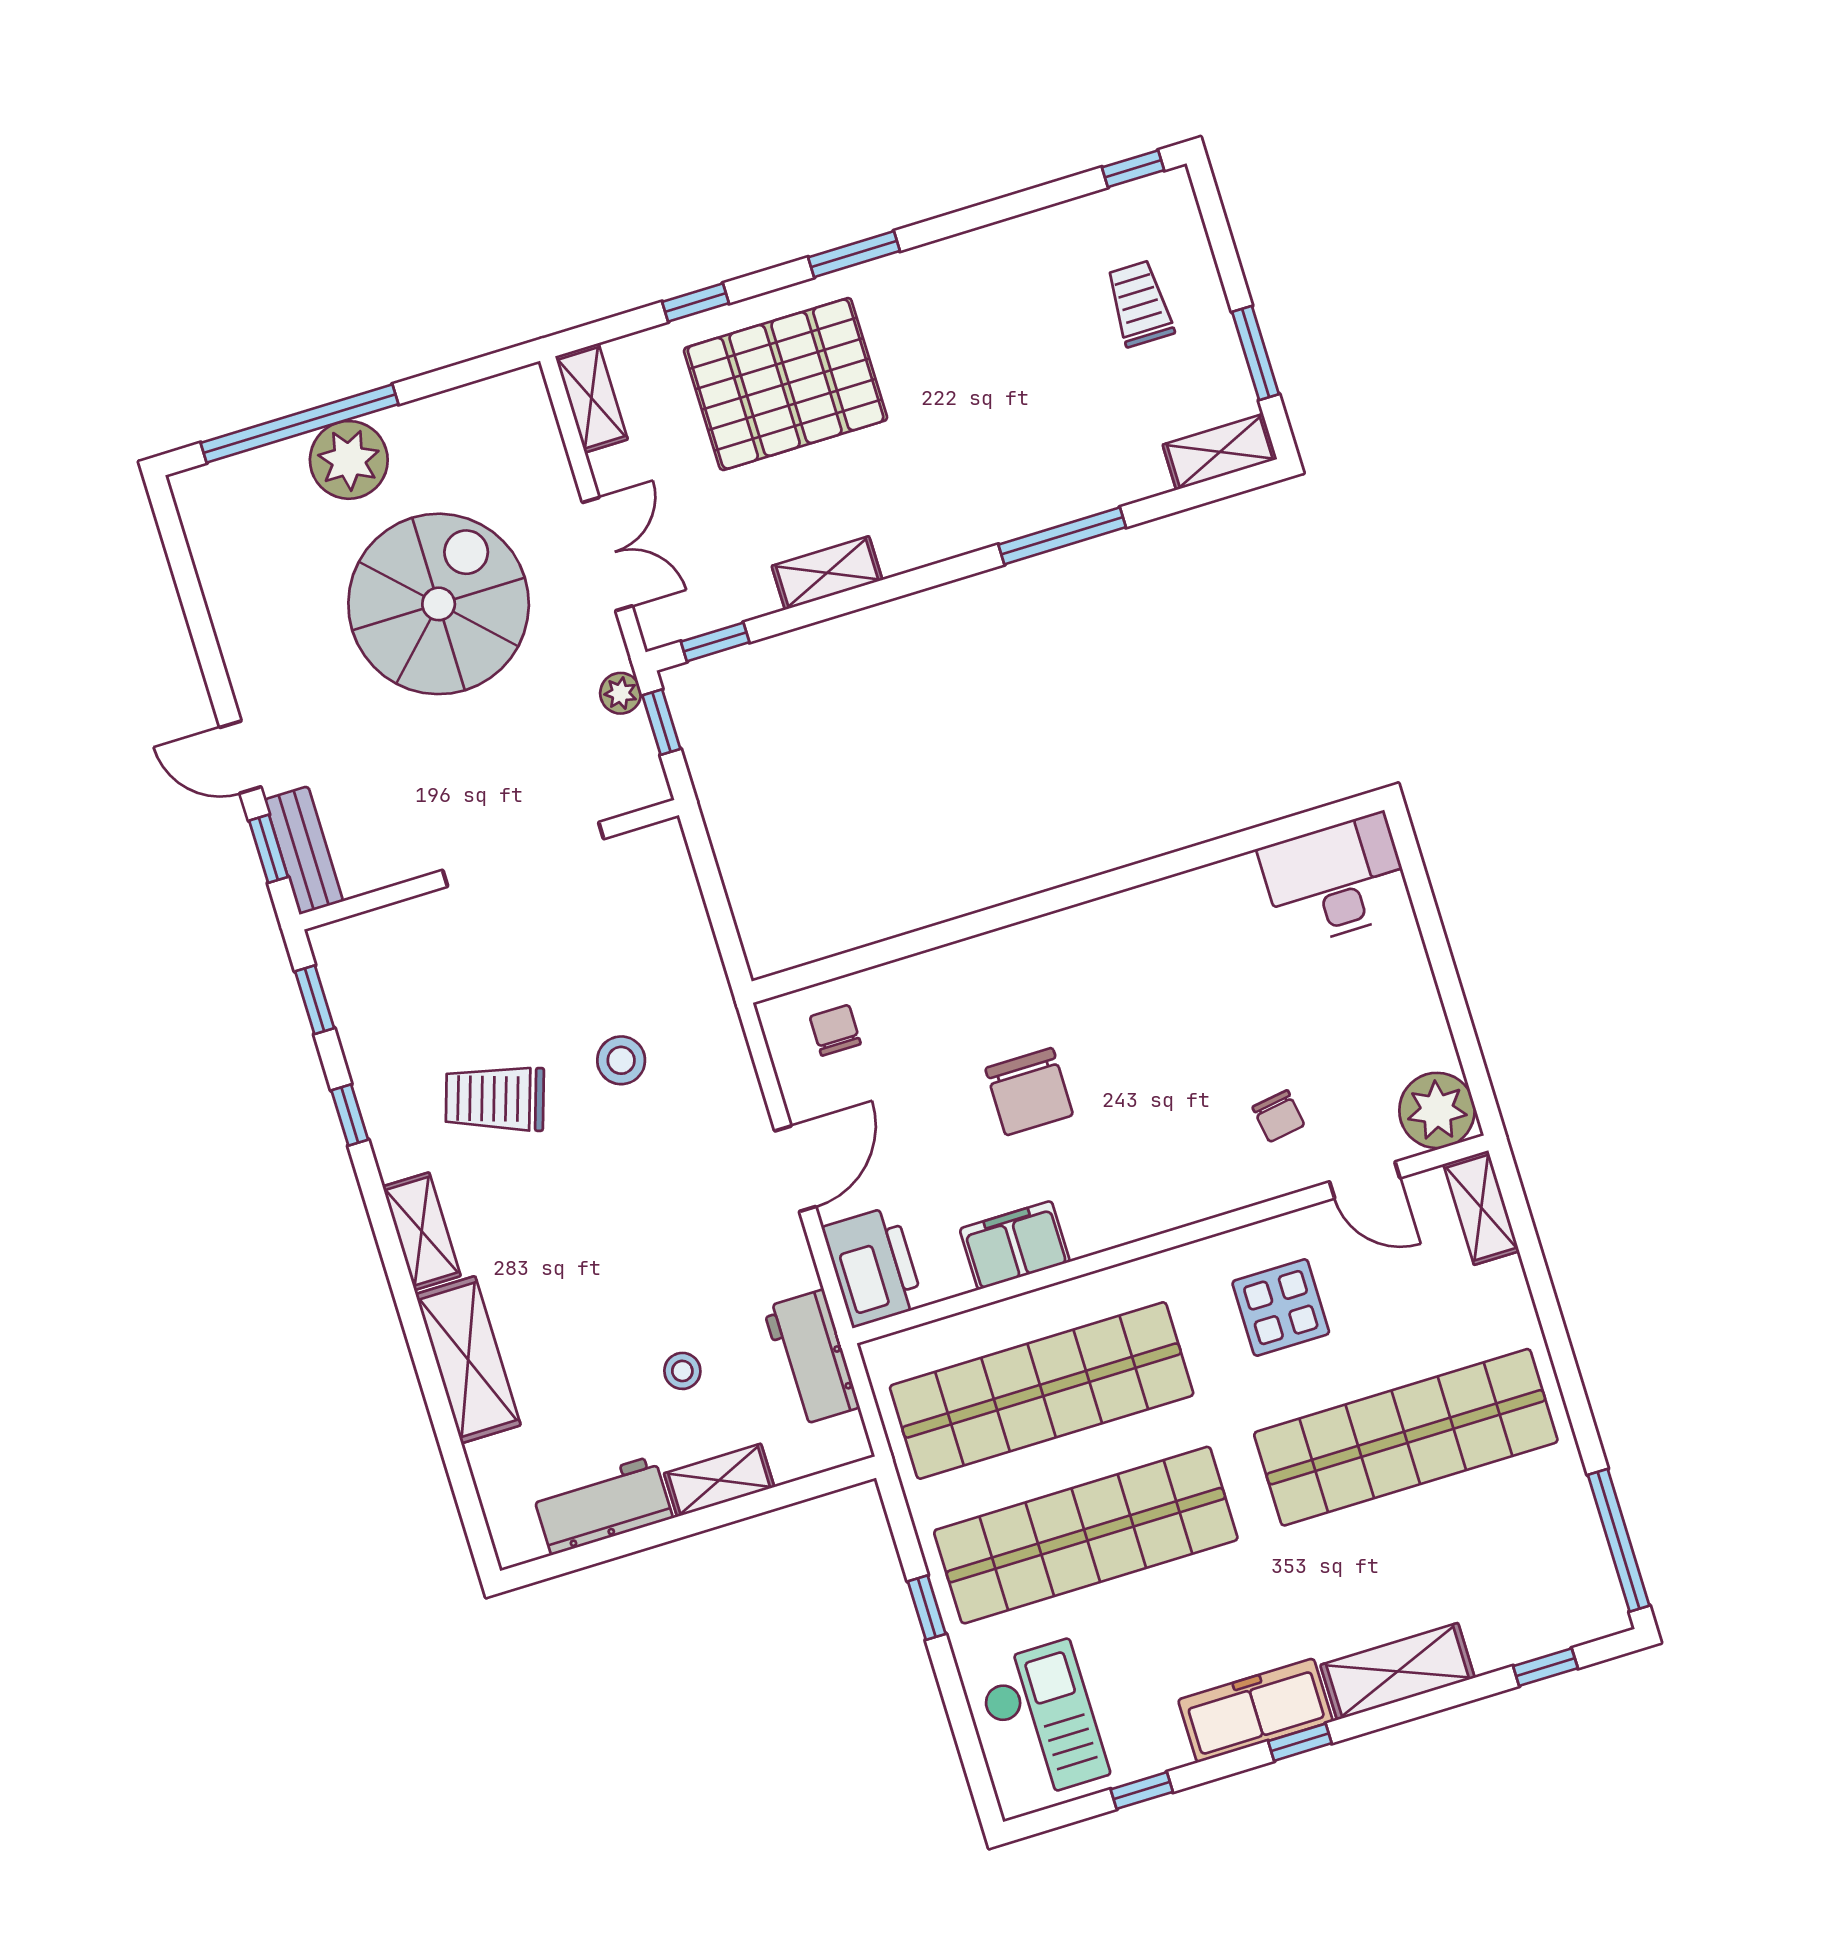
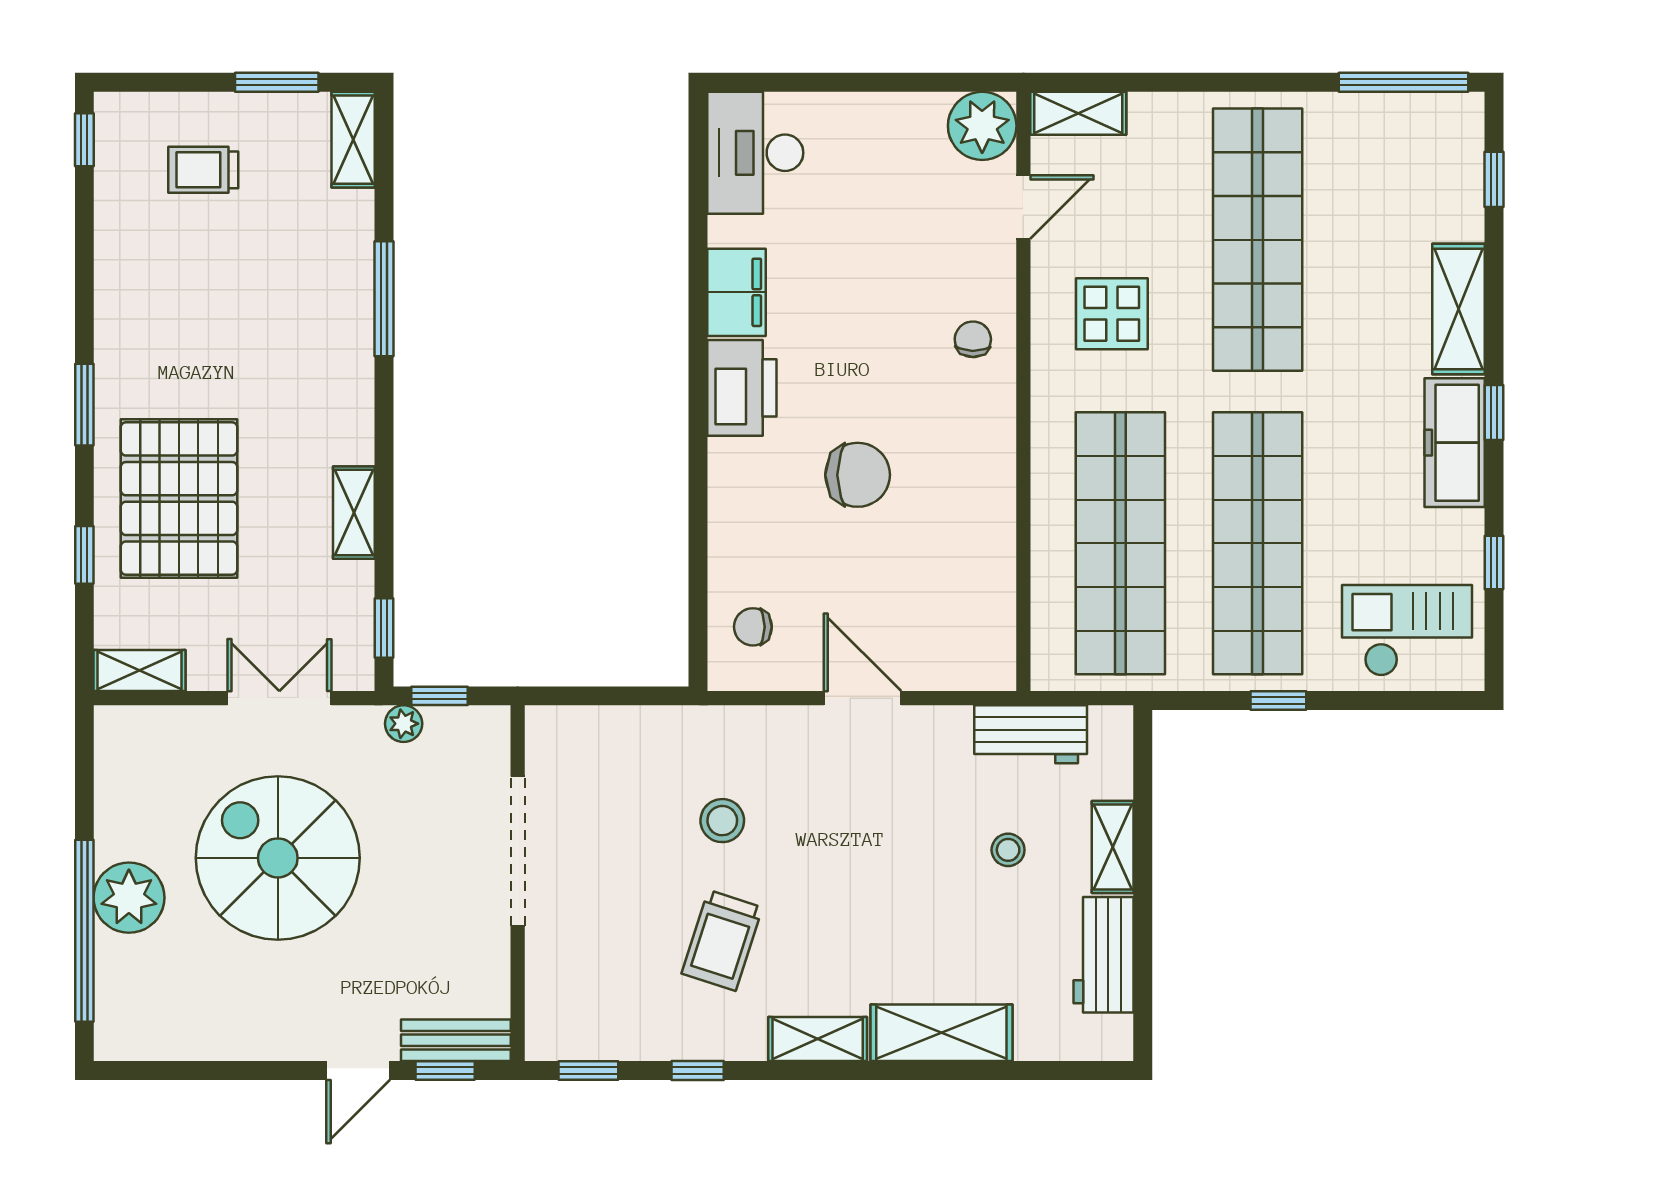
chair: (1278, 1116) -> (973, 339), moved, turned -80
filing cabinet: (1015, 1245) -> (736, 292), moved, turned 180
printer: (873, 1267) -> (742, 388), moved, turned 90

